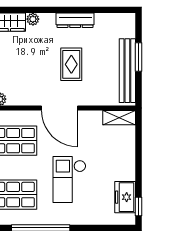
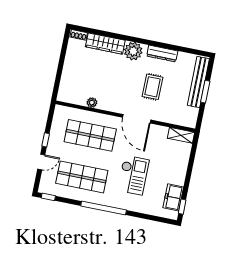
plant: (33, 19) -> (133, 51), width x1.88, depth x1.88
bench: (127, 71) -> (198, 82), moved
checkout: (69, 179) -> (133, 175), turned 180

